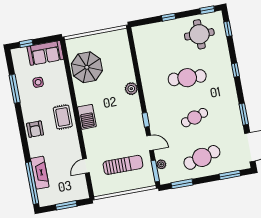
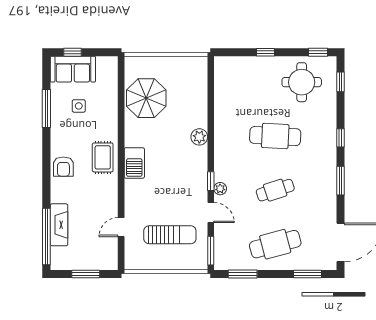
sofa: (45, 53) -> (73, 69), moved
window: (244, 114) -> (340, 181), moved
plant: (161, 164) -> (220, 189), moved

